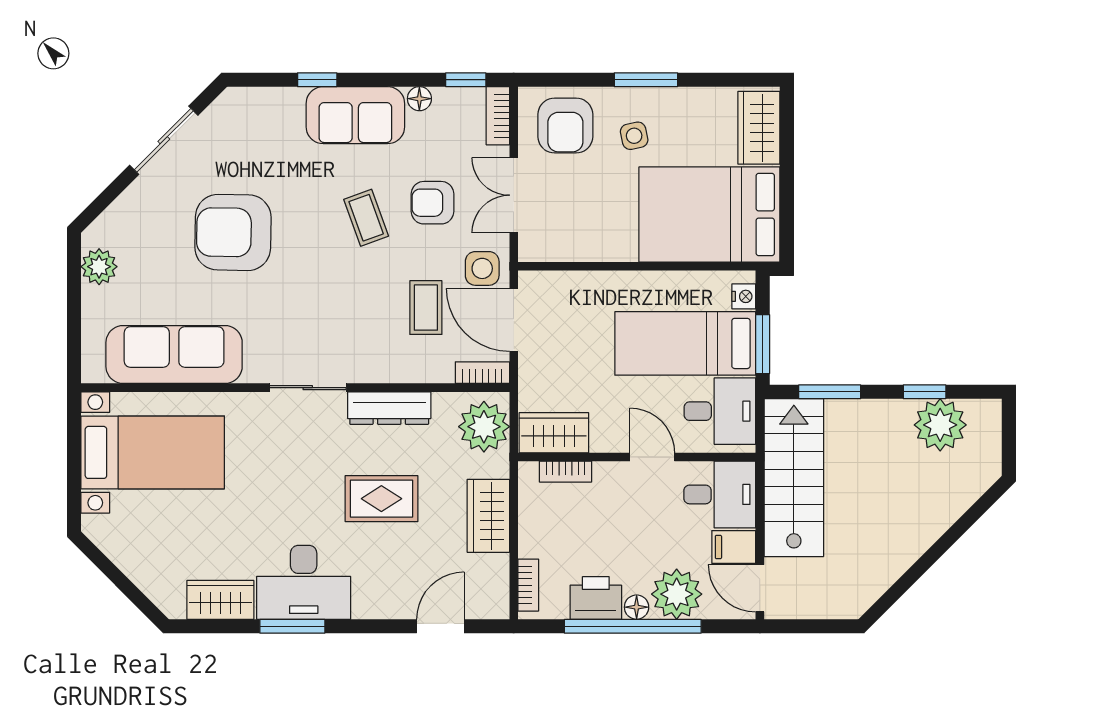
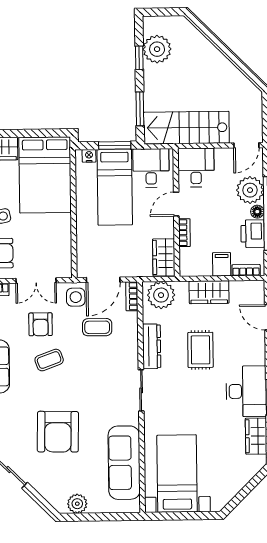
bookcase: (566, 472) -> (184, 233), moved
filing cabinet: (734, 547) -> (222, 264), moved, turned 180

